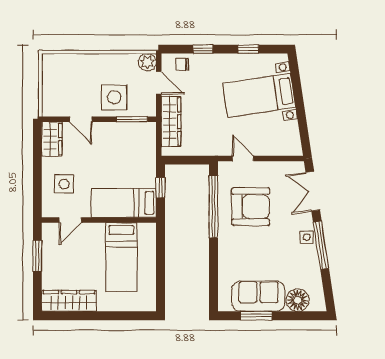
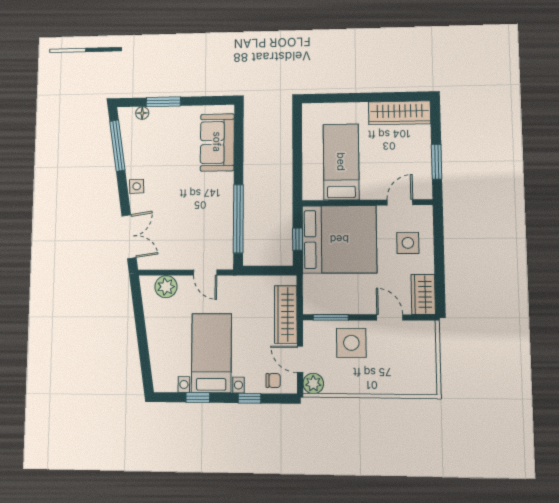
bed with nightstands: (259, 95) -> (211, 353), moved, turned -81
plant: (278, 146) -> (166, 287), added
bed: (124, 203) -> (339, 239), width x2.04
armchair: (251, 207) -> (197, 219), removed
window: (321, 245) -> (117, 146), moved
sofa: (258, 296) -> (217, 142), moved, turned 90
floor lamp: (298, 300) -> (142, 113), width x0.53, depth x0.53
window: (256, 316) -> (163, 102), moved

